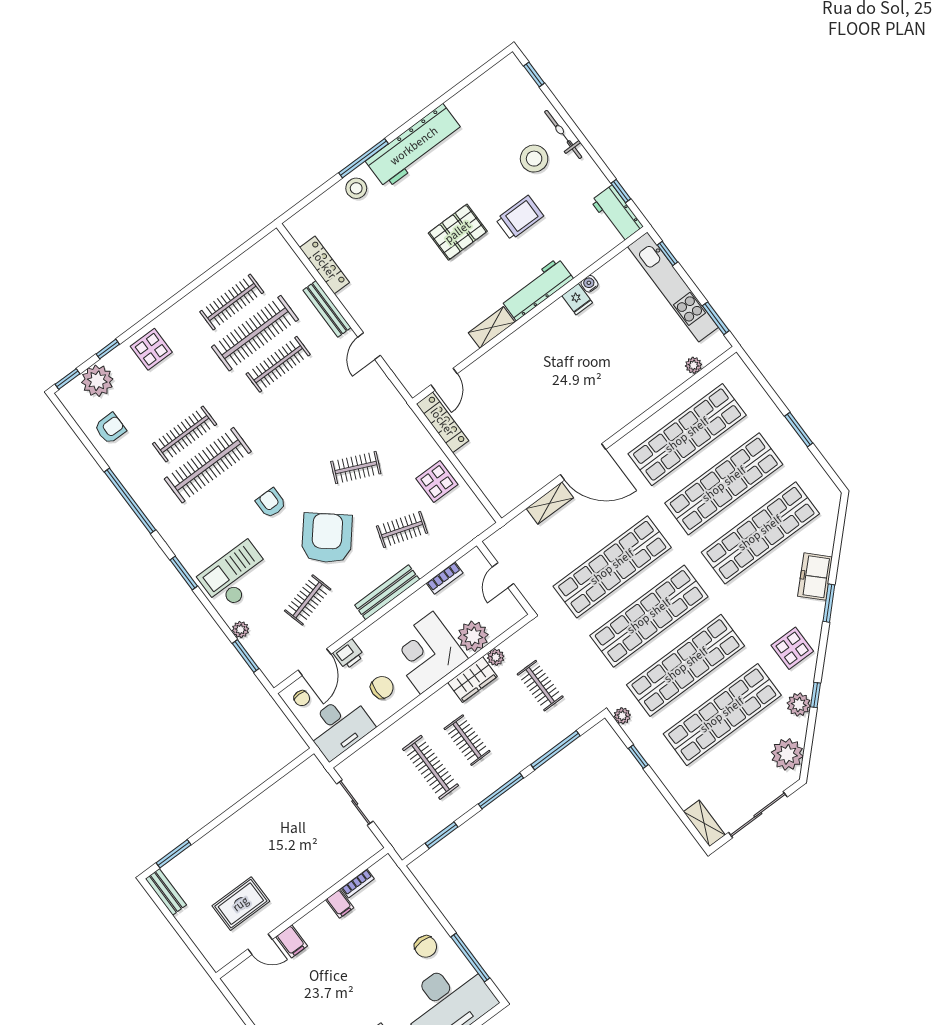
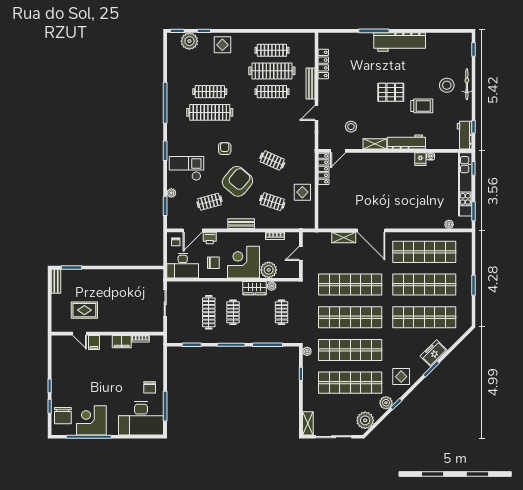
stool: (356, 188) -> (351, 127), moved
armchair: (110, 428) -> (180, 66), removed
bench: (387, 592) -> (241, 224), width x0.73
filing cabinet: (340, 904) -> (122, 342), width x2.00

